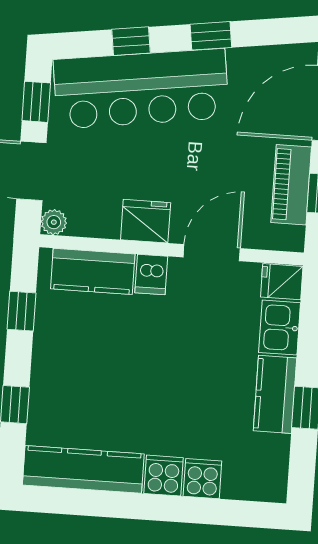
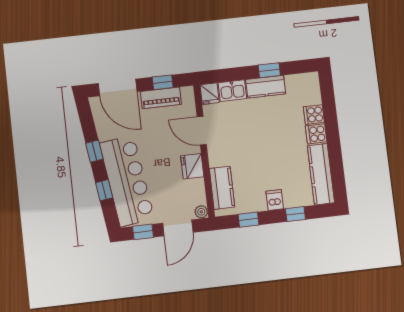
dishwasher: (151, 274) -> (275, 200), moved, turned -90

